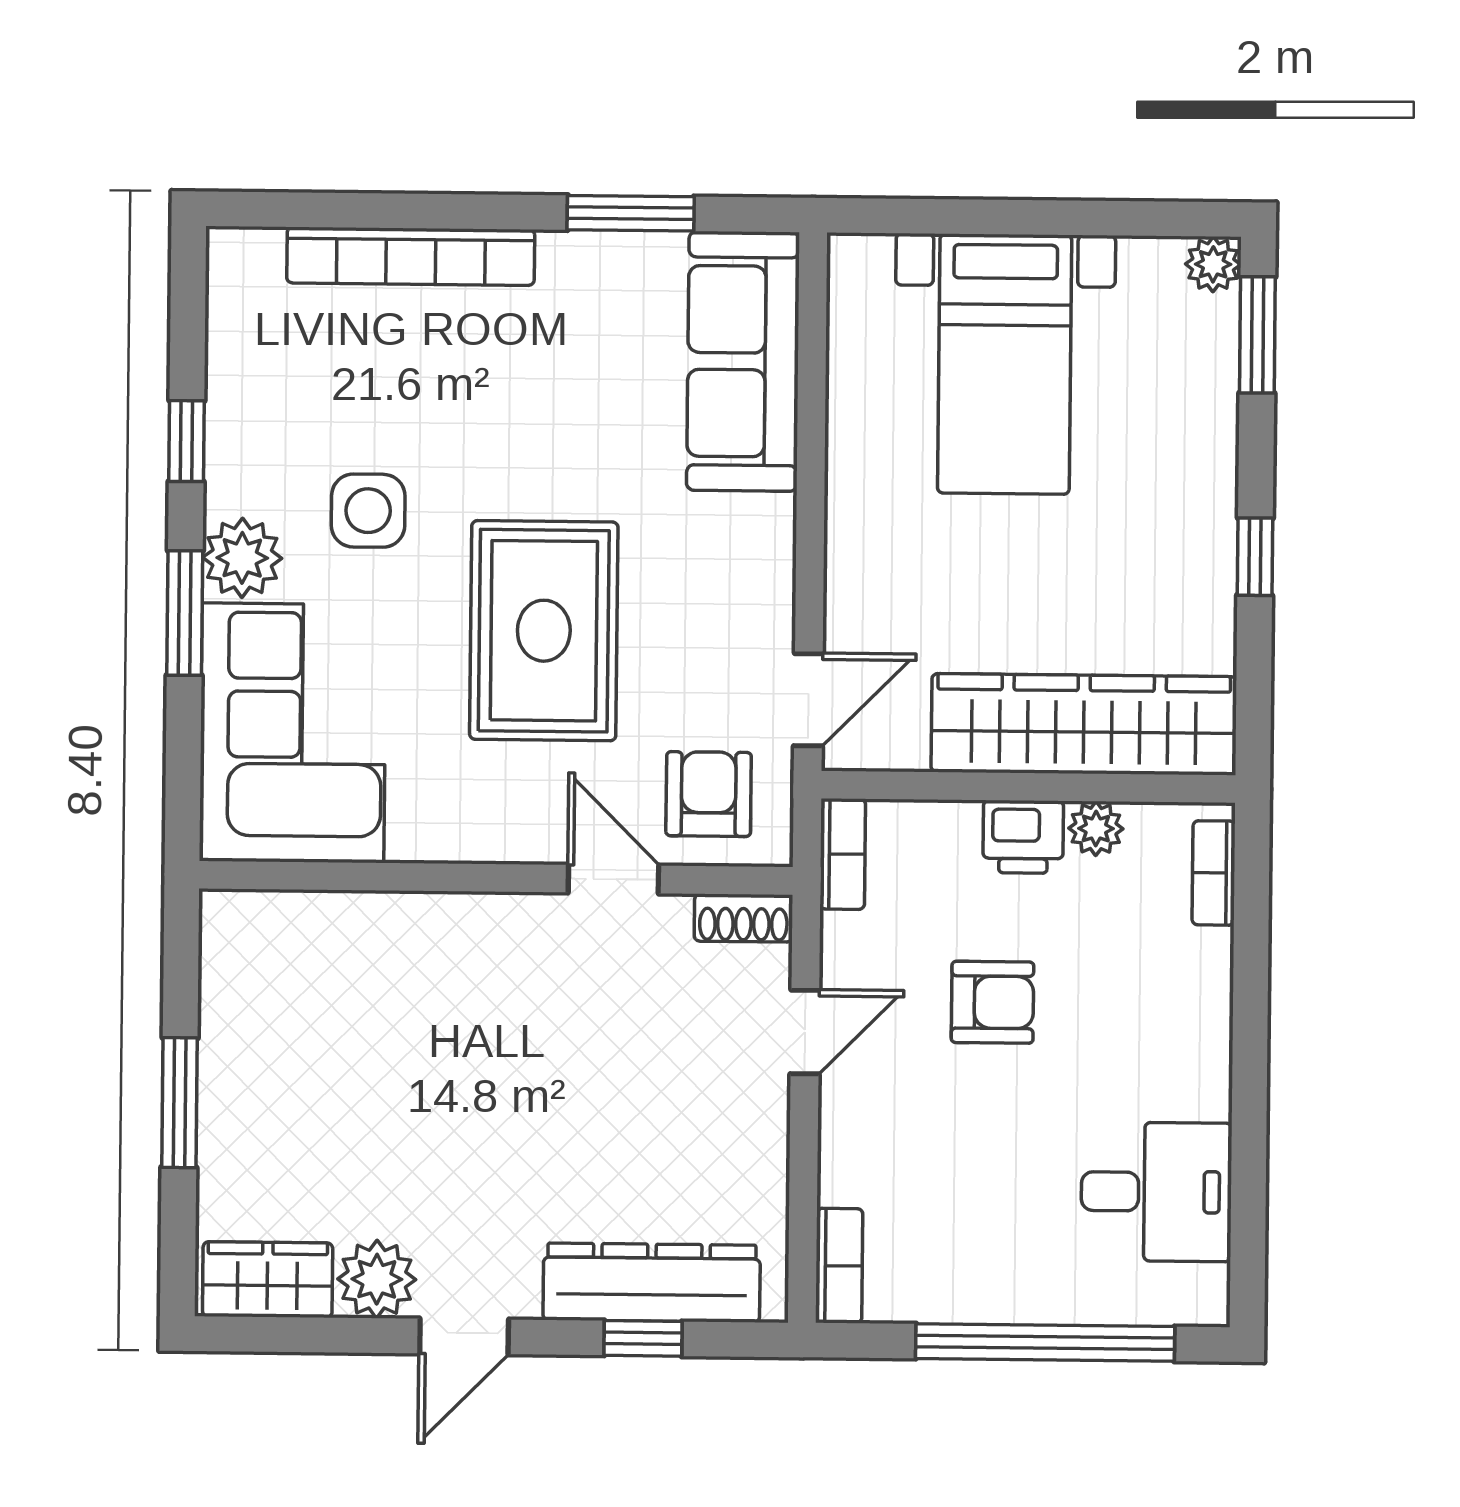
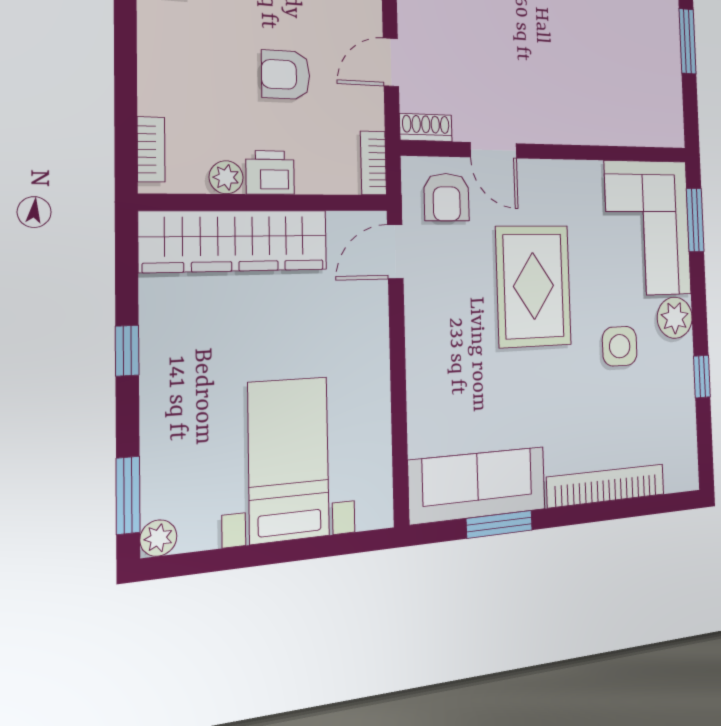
sofa: (743, 361) -> (478, 485), moved, turned -90
window: (185, 613) -> (695, 220), moved

